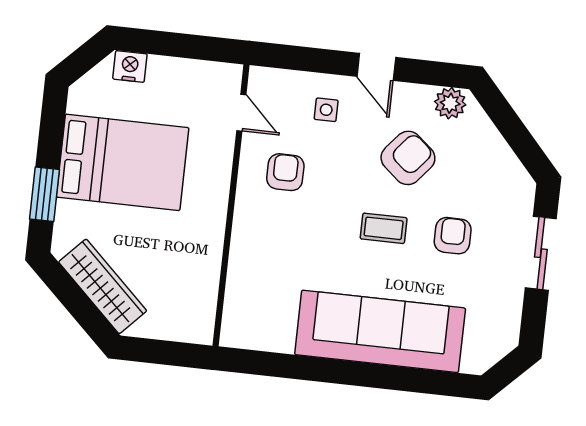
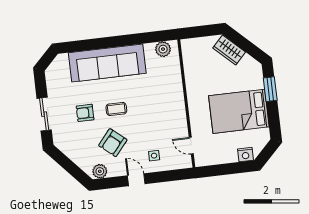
armchair: (285, 172) -> (166, 124), removed
armchair: (453, 236) -> (85, 113), turned 90
wardrobe: (103, 286) -> (229, 50), width x0.67
plant: (254, 333) -> (163, 49), added

